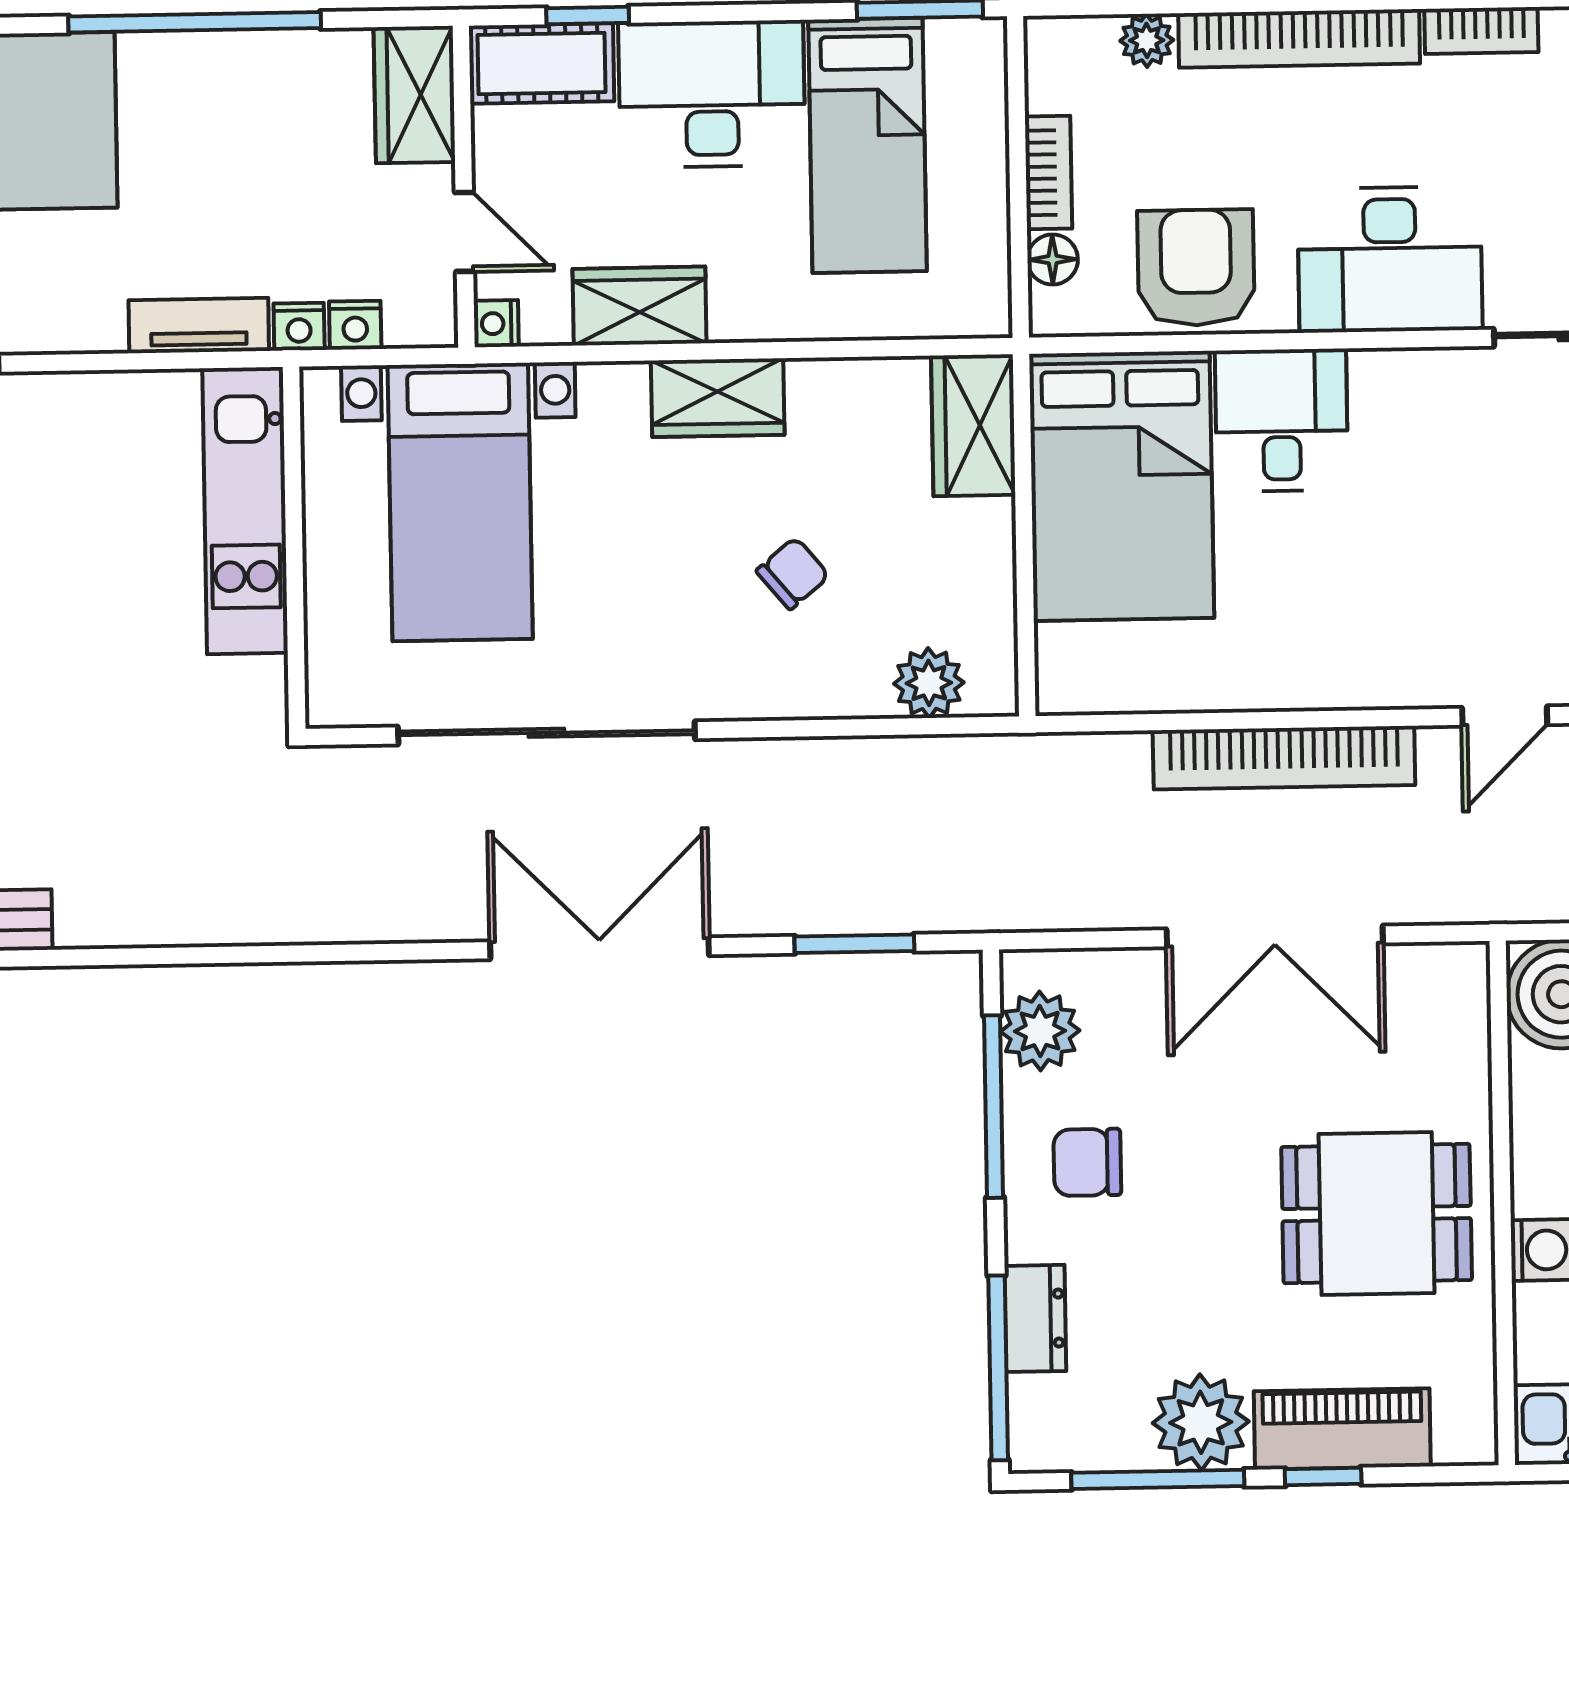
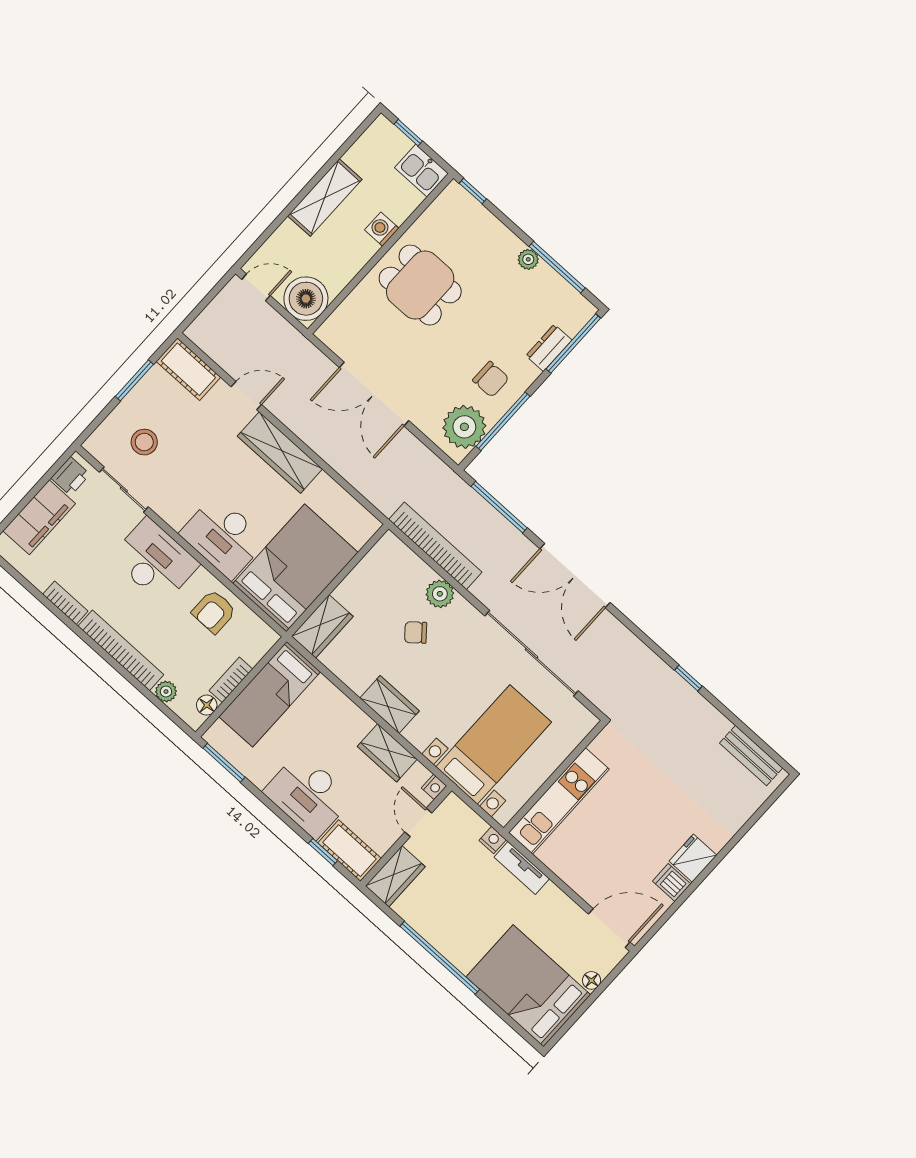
bed: (867, 145) -> (270, 694), moved, turned 180
floor lamp: (1053, 260) -> (207, 705), moved
armchair: (1196, 268) -> (214, 612), width x0.72, depth x0.72
nightstand: (355, 325) -> (476, 825), removed
desk: (1282, 420) -> (223, 537), width x1.37
wardrobe: (1346, 670) -> (280, 453), added
plant: (929, 683) -> (440, 594), moved
bookcase: (1284, 758) -> (435, 546), moved
double door: (1275, 936) -> (374, 394), swing flipped
window: (854, 944) -> (499, 507), width x1.44
window: (219, 955) -> (688, 678), added
plant: (1040, 1031) -> (464, 427), width x1.36, depth x1.36
plant: (1201, 1422) -> (528, 259), width x0.53, depth x0.53
piano: (1342, 1429) -> (489, 231), removed
window: (1323, 1476) -> (473, 191), moved

